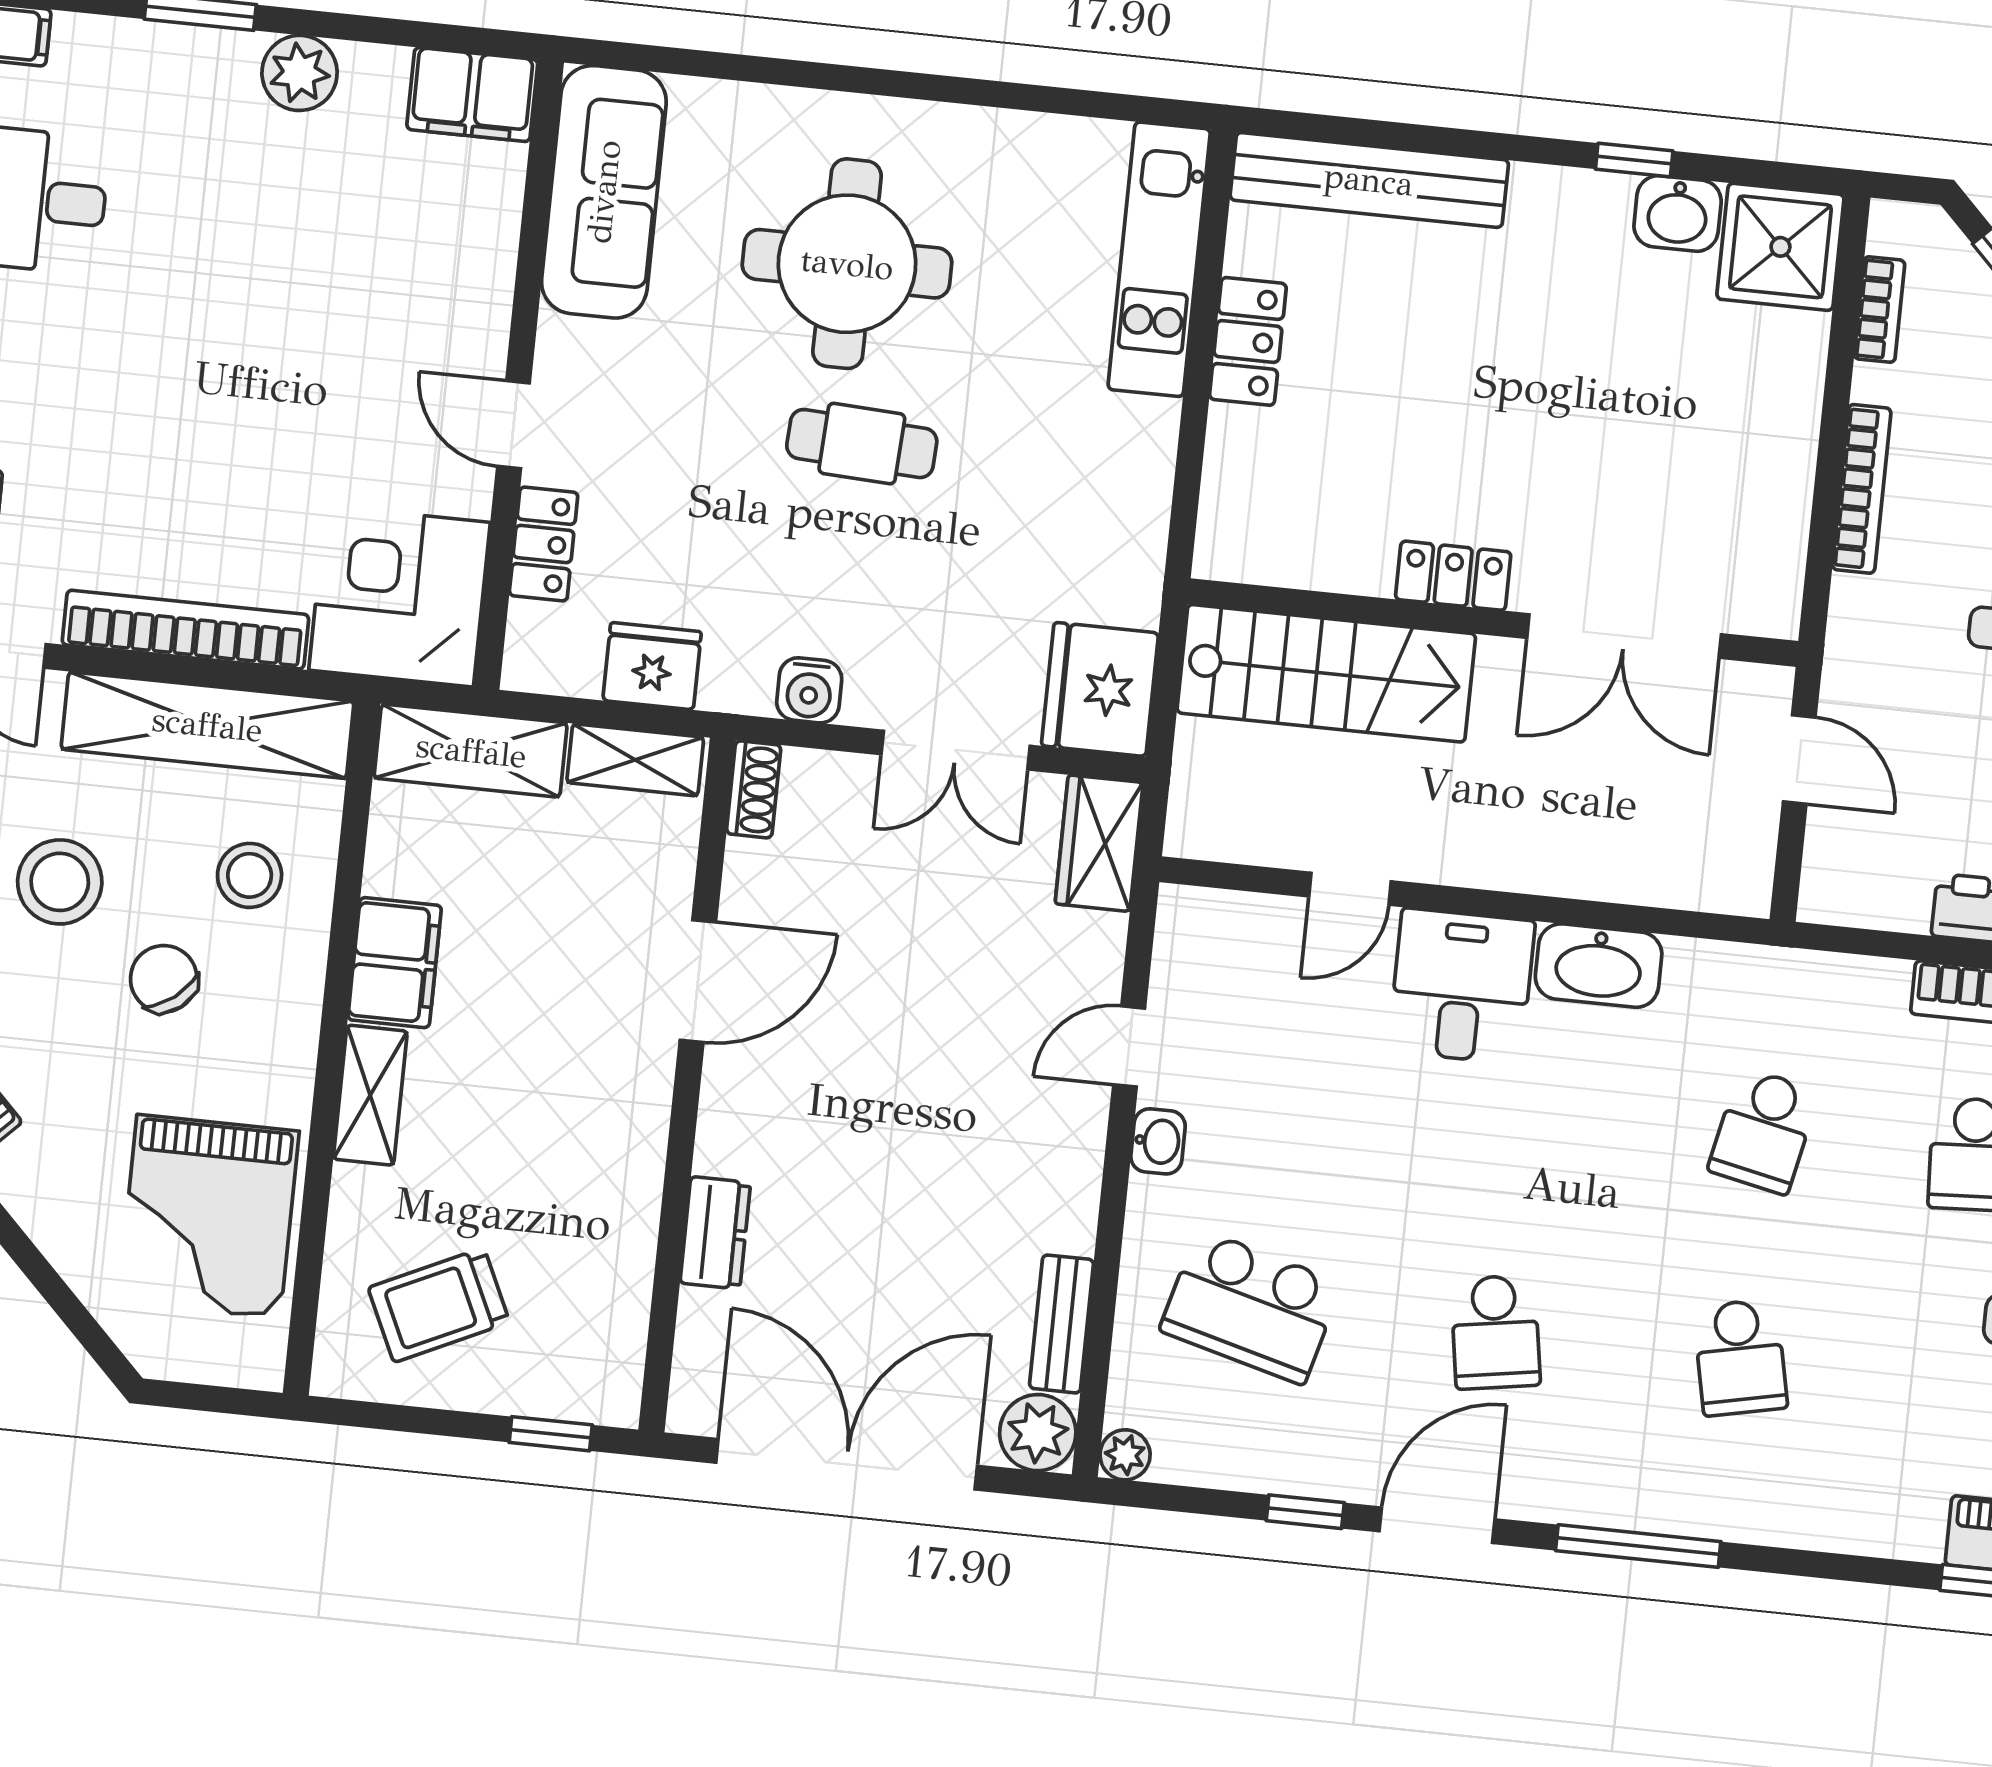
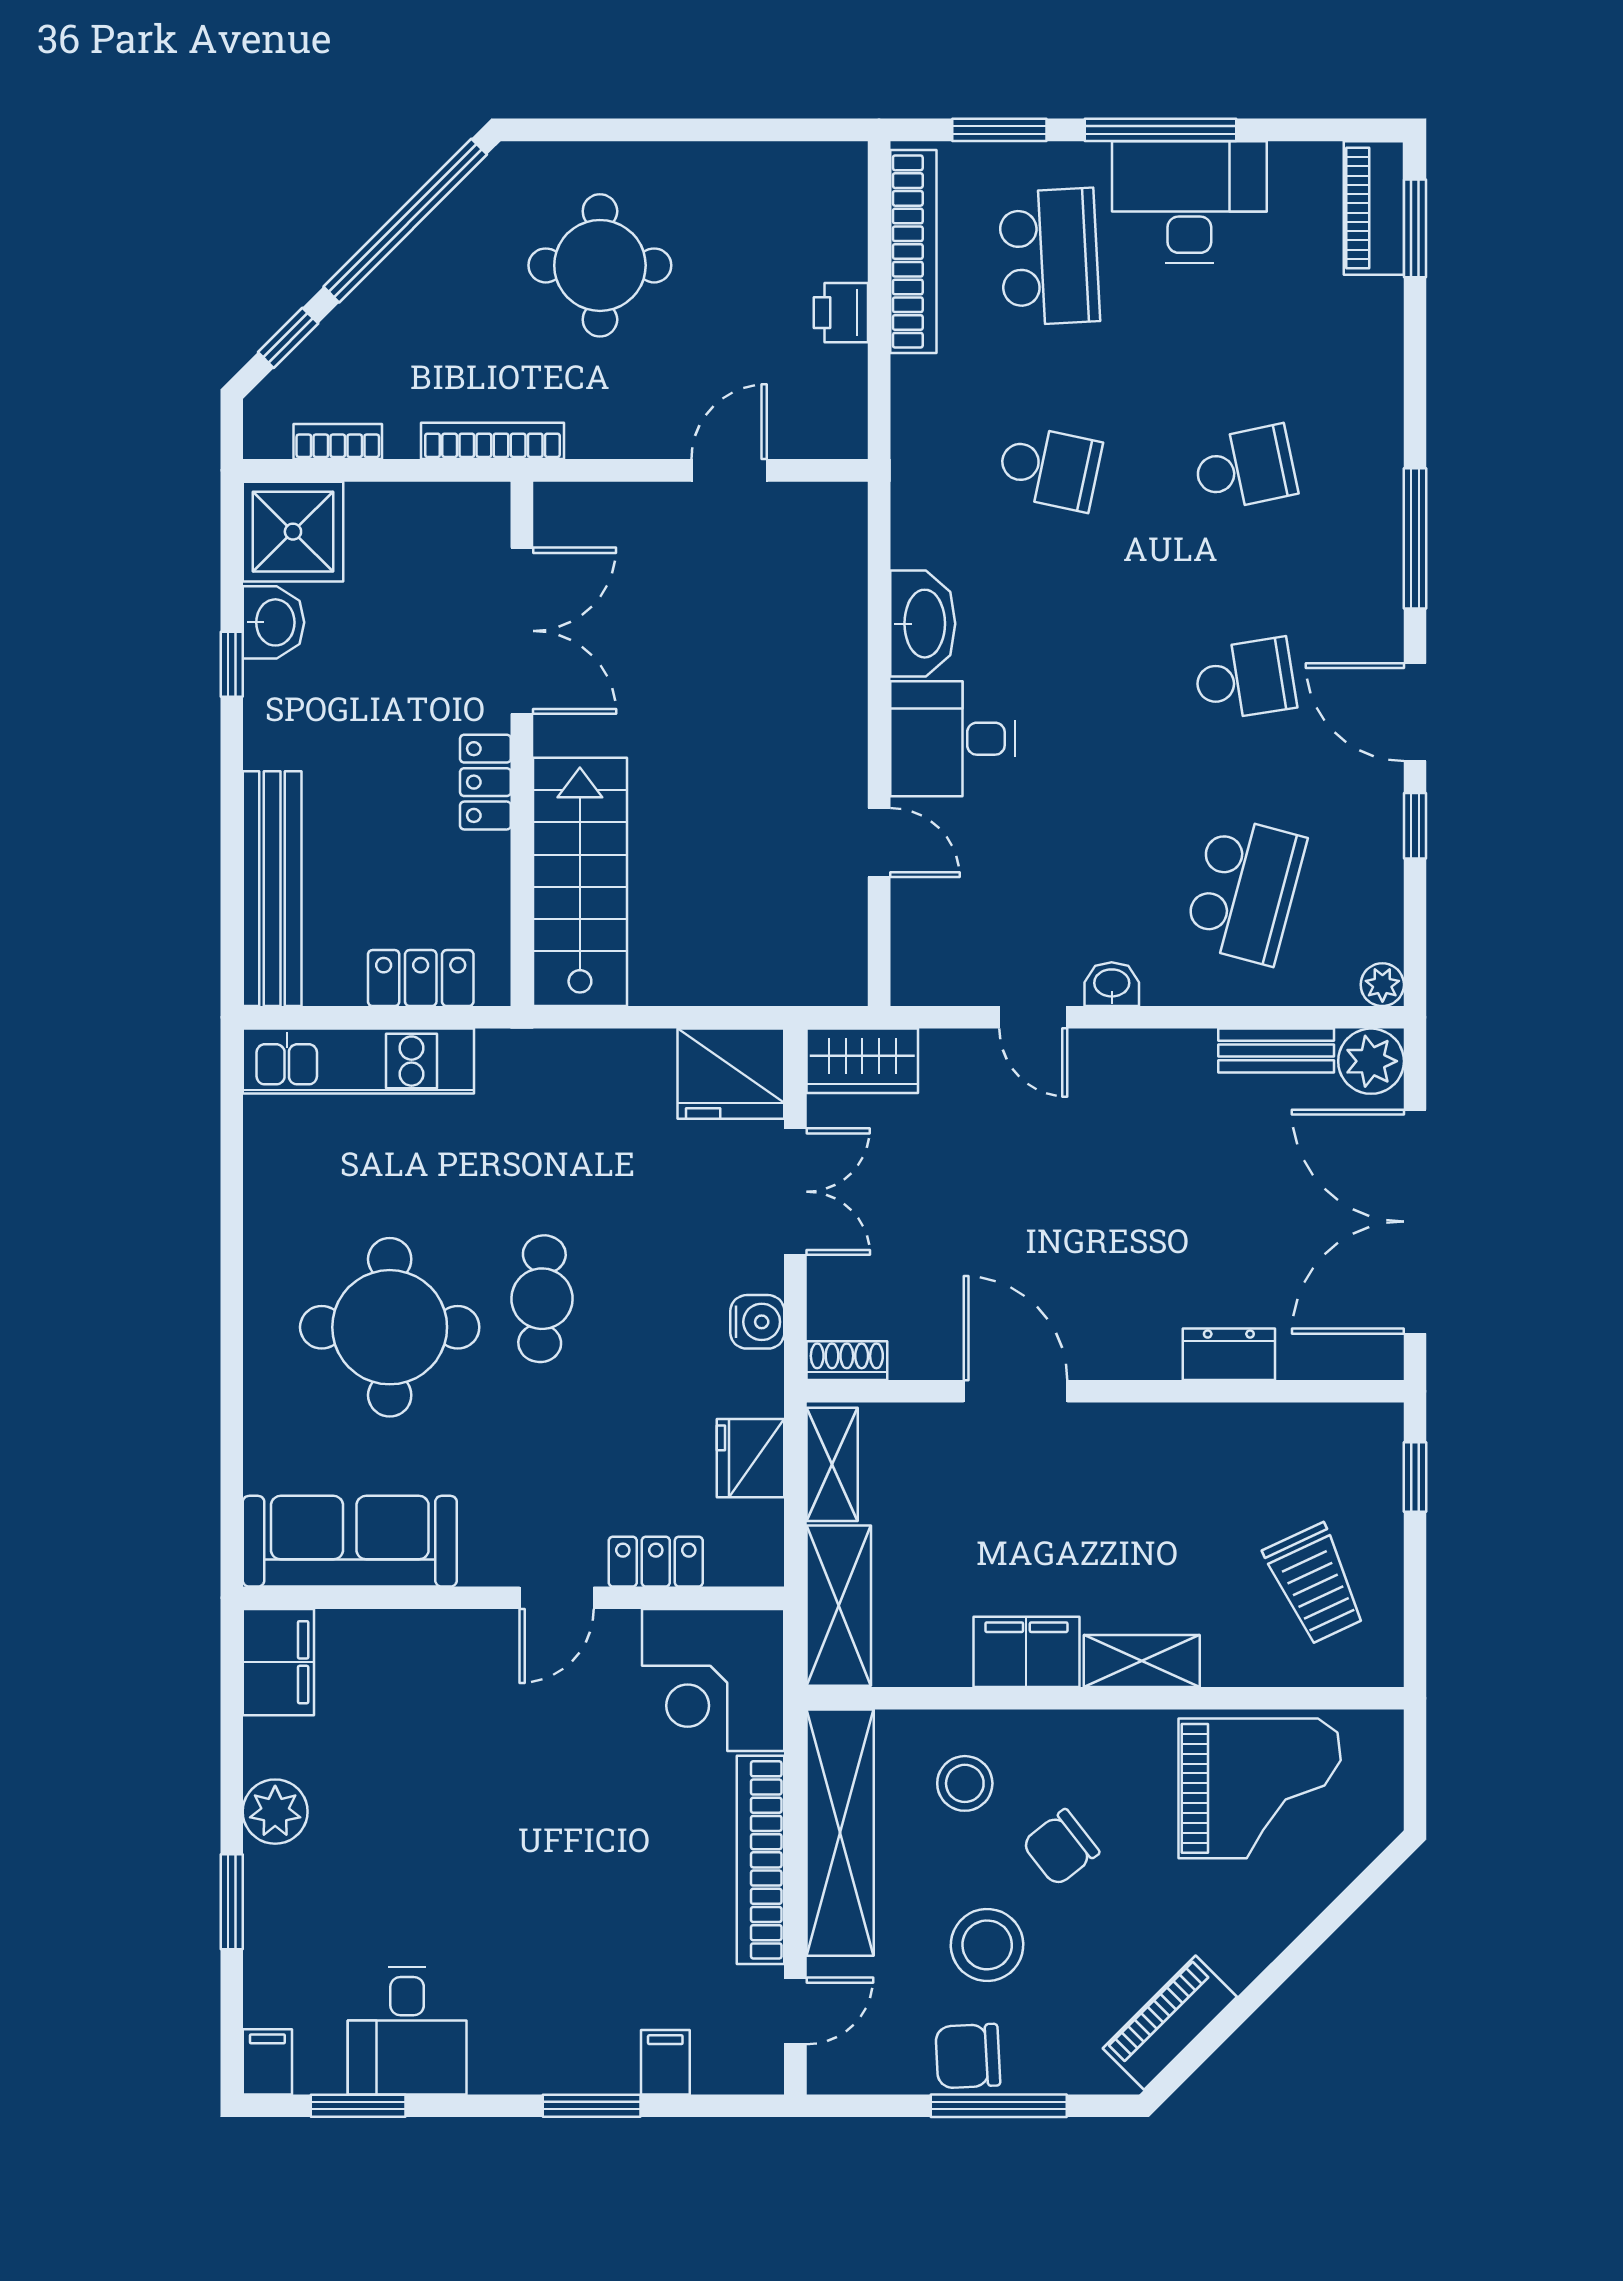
locker: (1453, 576) -> (485, 782), moved
wall: (1493, 623) -> (522, 744), moved
double door: (1624, 636) -> (522, 631), moved
stairs: (1326, 673) -> (580, 882), moved

